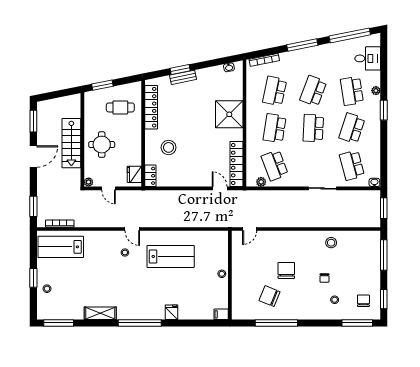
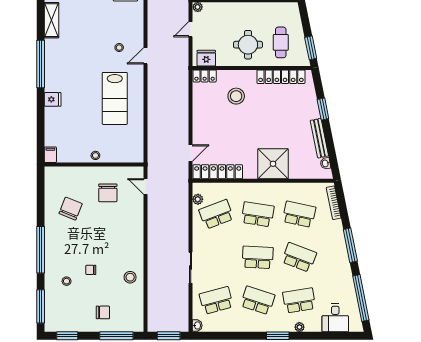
bench: (183, 77) -> (319, 138), moved, width x1.36
window: (102, 85) -> (311, 48), moved
round table: (102, 145) -> (248, 45), moved
chair: (286, 270) -> (108, 193), moved, turned 90
chair: (363, 301) -> (103, 312), moved
window: (276, 323) -> (41, 250), moved

